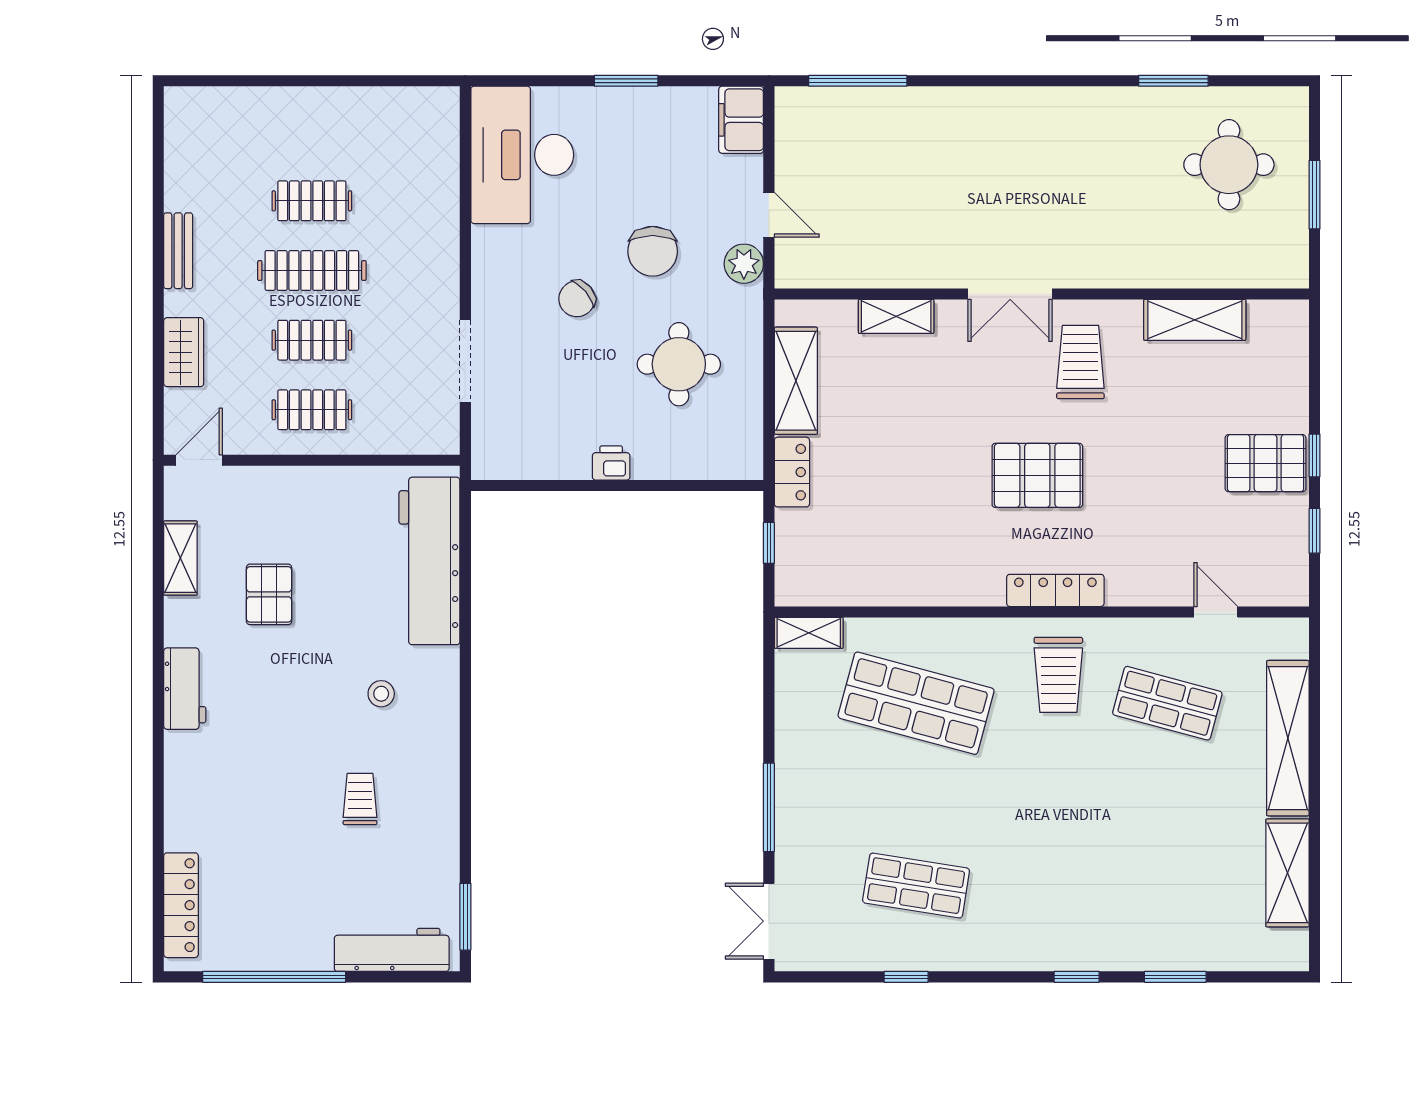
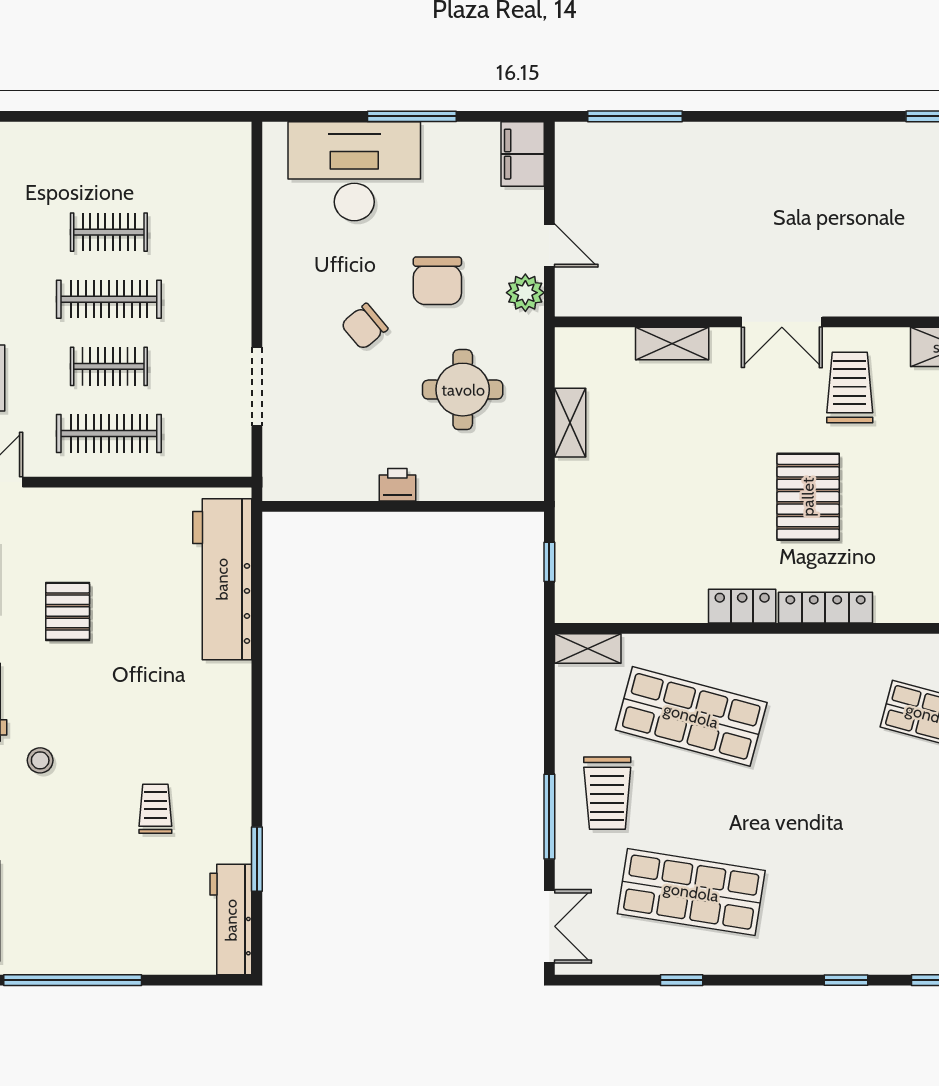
window: (626, 81) -> (412, 116), width x1.44
desk: (522, 155) -> (354, 171), moved, turned 90
shelving: (796, 381) -> (570, 423), width x0.67, depth x0.75
clothes rail: (312, 410) -> (109, 434), width x1.36
locker: (792, 472) -> (742, 606), moved, turned -90
pallet: (1037, 475) -> (808, 497), turned 90
trolley: (1058, 675) -> (607, 793), moved
stool: (381, 694) -> (40, 760), moved
shop shelf: (916, 886) -> (691, 892), width x1.43, depth x1.36
window: (465, 917) -> (257, 859), moved
double door: (769, 921) -> (549, 926), swing flipped
workbench: (392, 950) -> (231, 920), moved, turned -90

